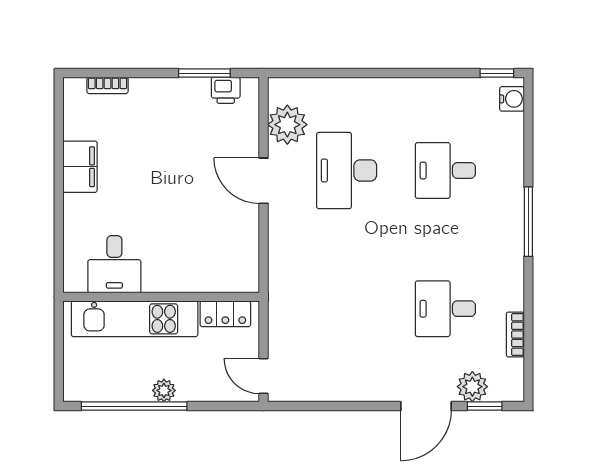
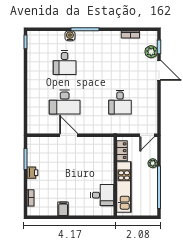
printer: (226, 90) -> (32, 173), moved
water cooler: (512, 99) -> (70, 36), moved
plant: (287, 125) -> (46, 126), removed
filing cabinet: (80, 167) -> (63, 209), width x0.50
door: (264, 181) -> (69, 135), swing flipped
desk: (445, 309) -> (120, 102), moved
plant: (164, 390) -> (153, 163), moved

